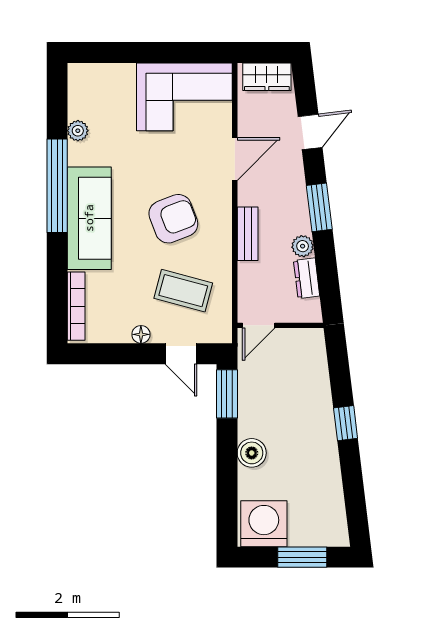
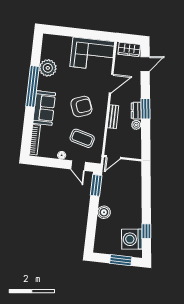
plant: (78, 131) -> (48, 68), width x1.88, depth x1.88
door: (310, 132) -> (145, 64), moved
sofa: (89, 218) -> (44, 108), width x0.73
dresser: (307, 278) -> (136, 111), moved
window: (346, 423) -> (146, 231), moved
washing machine: (264, 524) -> (132, 239), moved, turned -97

